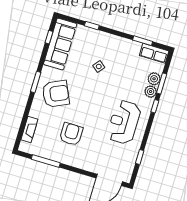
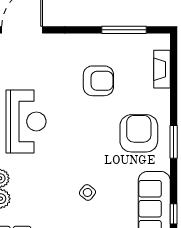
armchair: (56, 94) -> (139, 133), turned 115
armchair: (71, 134) -> (98, 81), turned -90

